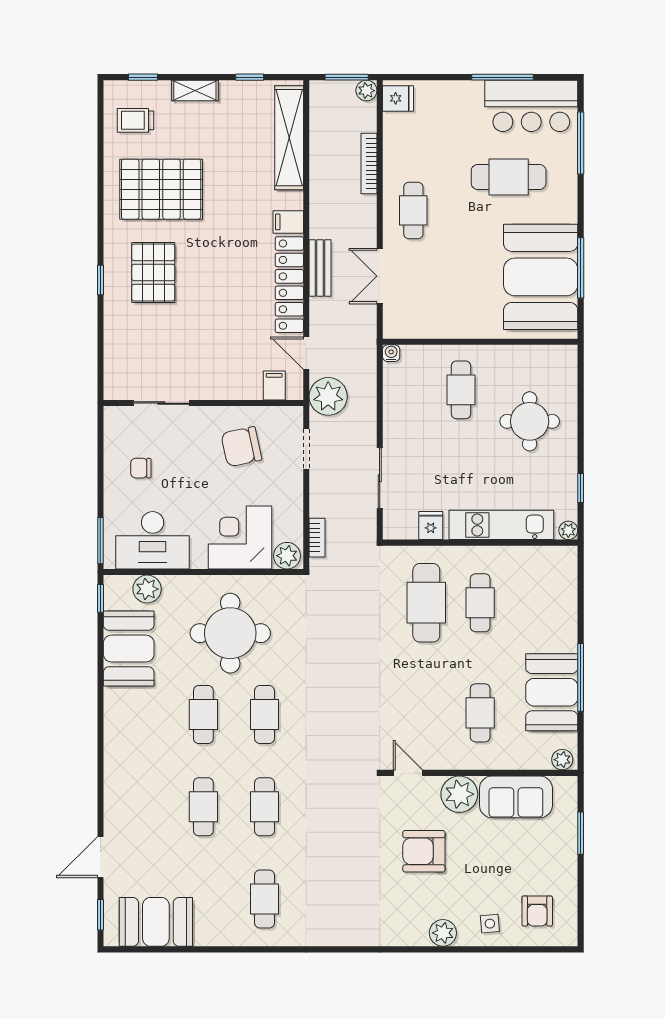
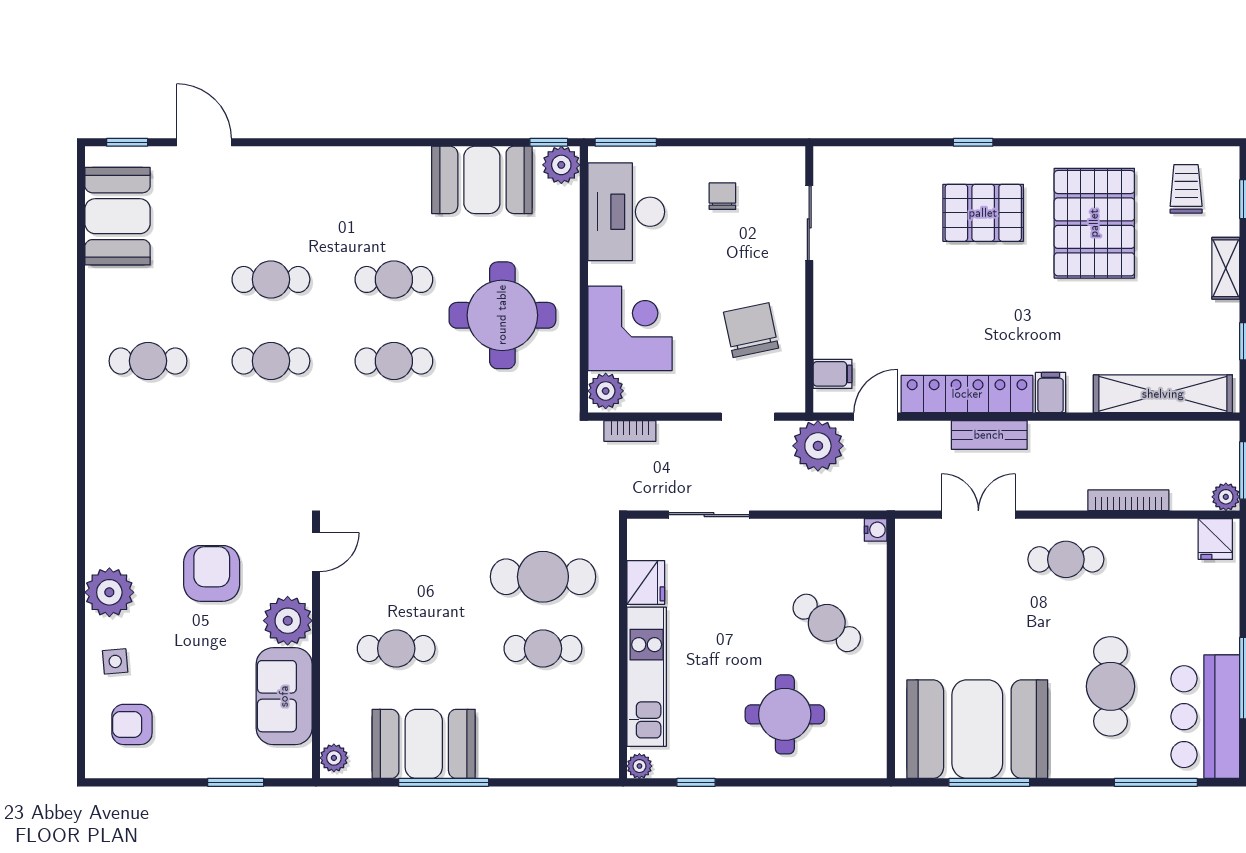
cafe table: (461, 390) -> (827, 623), turned 37
fridge: (431, 526) -> (646, 583), width x1.38
plant: (147, 589) -> (561, 165), moved
plant: (443, 933) -> (109, 592), width x1.36, depth x1.36

